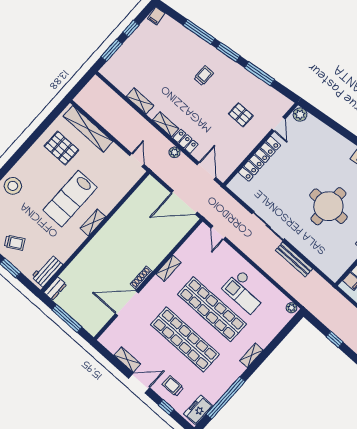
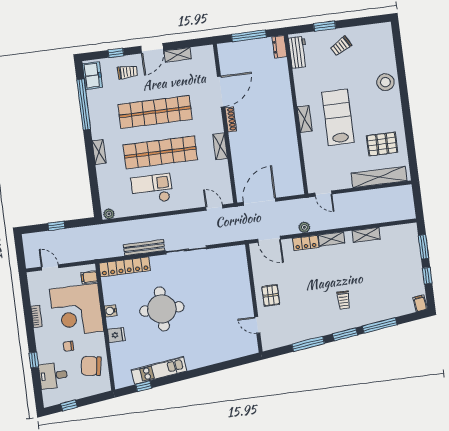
pallet: (241, 115) -> (271, 295), moved, turned 90
plant: (300, 115) -> (250, 348), removed
locker: (260, 159) -> (125, 267), moved, turned -90

